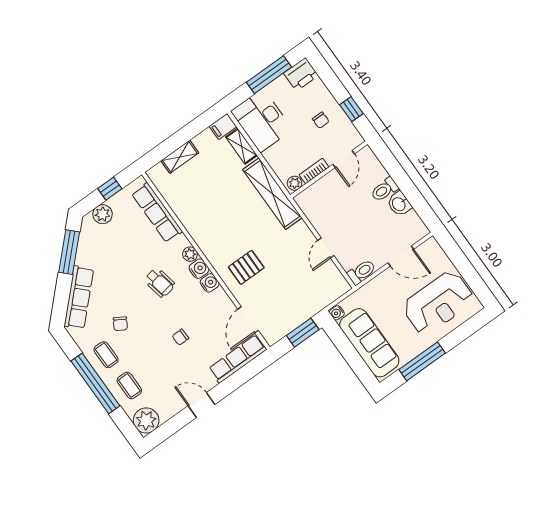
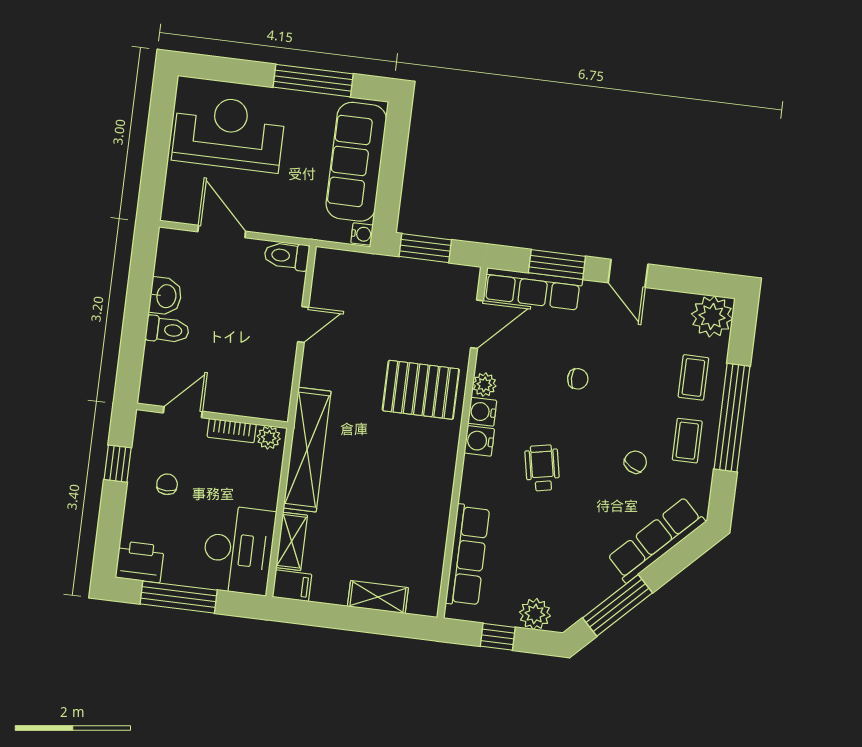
plant: (190, 254) -> (484, 385), moved
pallet: (246, 267) -> (421, 390), width x1.50, depth x1.42
window: (237, 380) -> (557, 265), added

